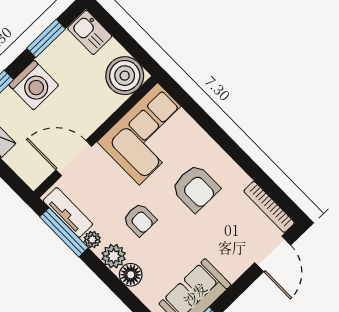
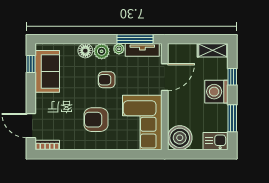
bookcase: (269, 207) -> (47, 145), width x0.64

